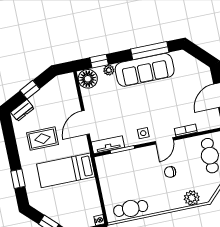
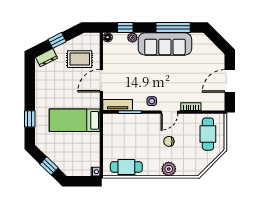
floor lamp: (88, 79) -> (108, 37), width x0.53, depth x0.53
rug: (43, 139) -> (80, 59), moved
plant: (192, 198) -> (169, 169), moved

